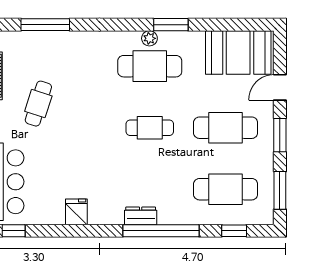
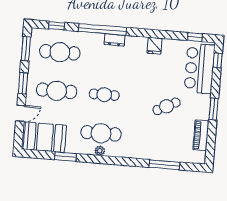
window: (171, 25) -> (65, 157), moved
cafe table: (38, 104) -> (167, 106), moved, turned 45

